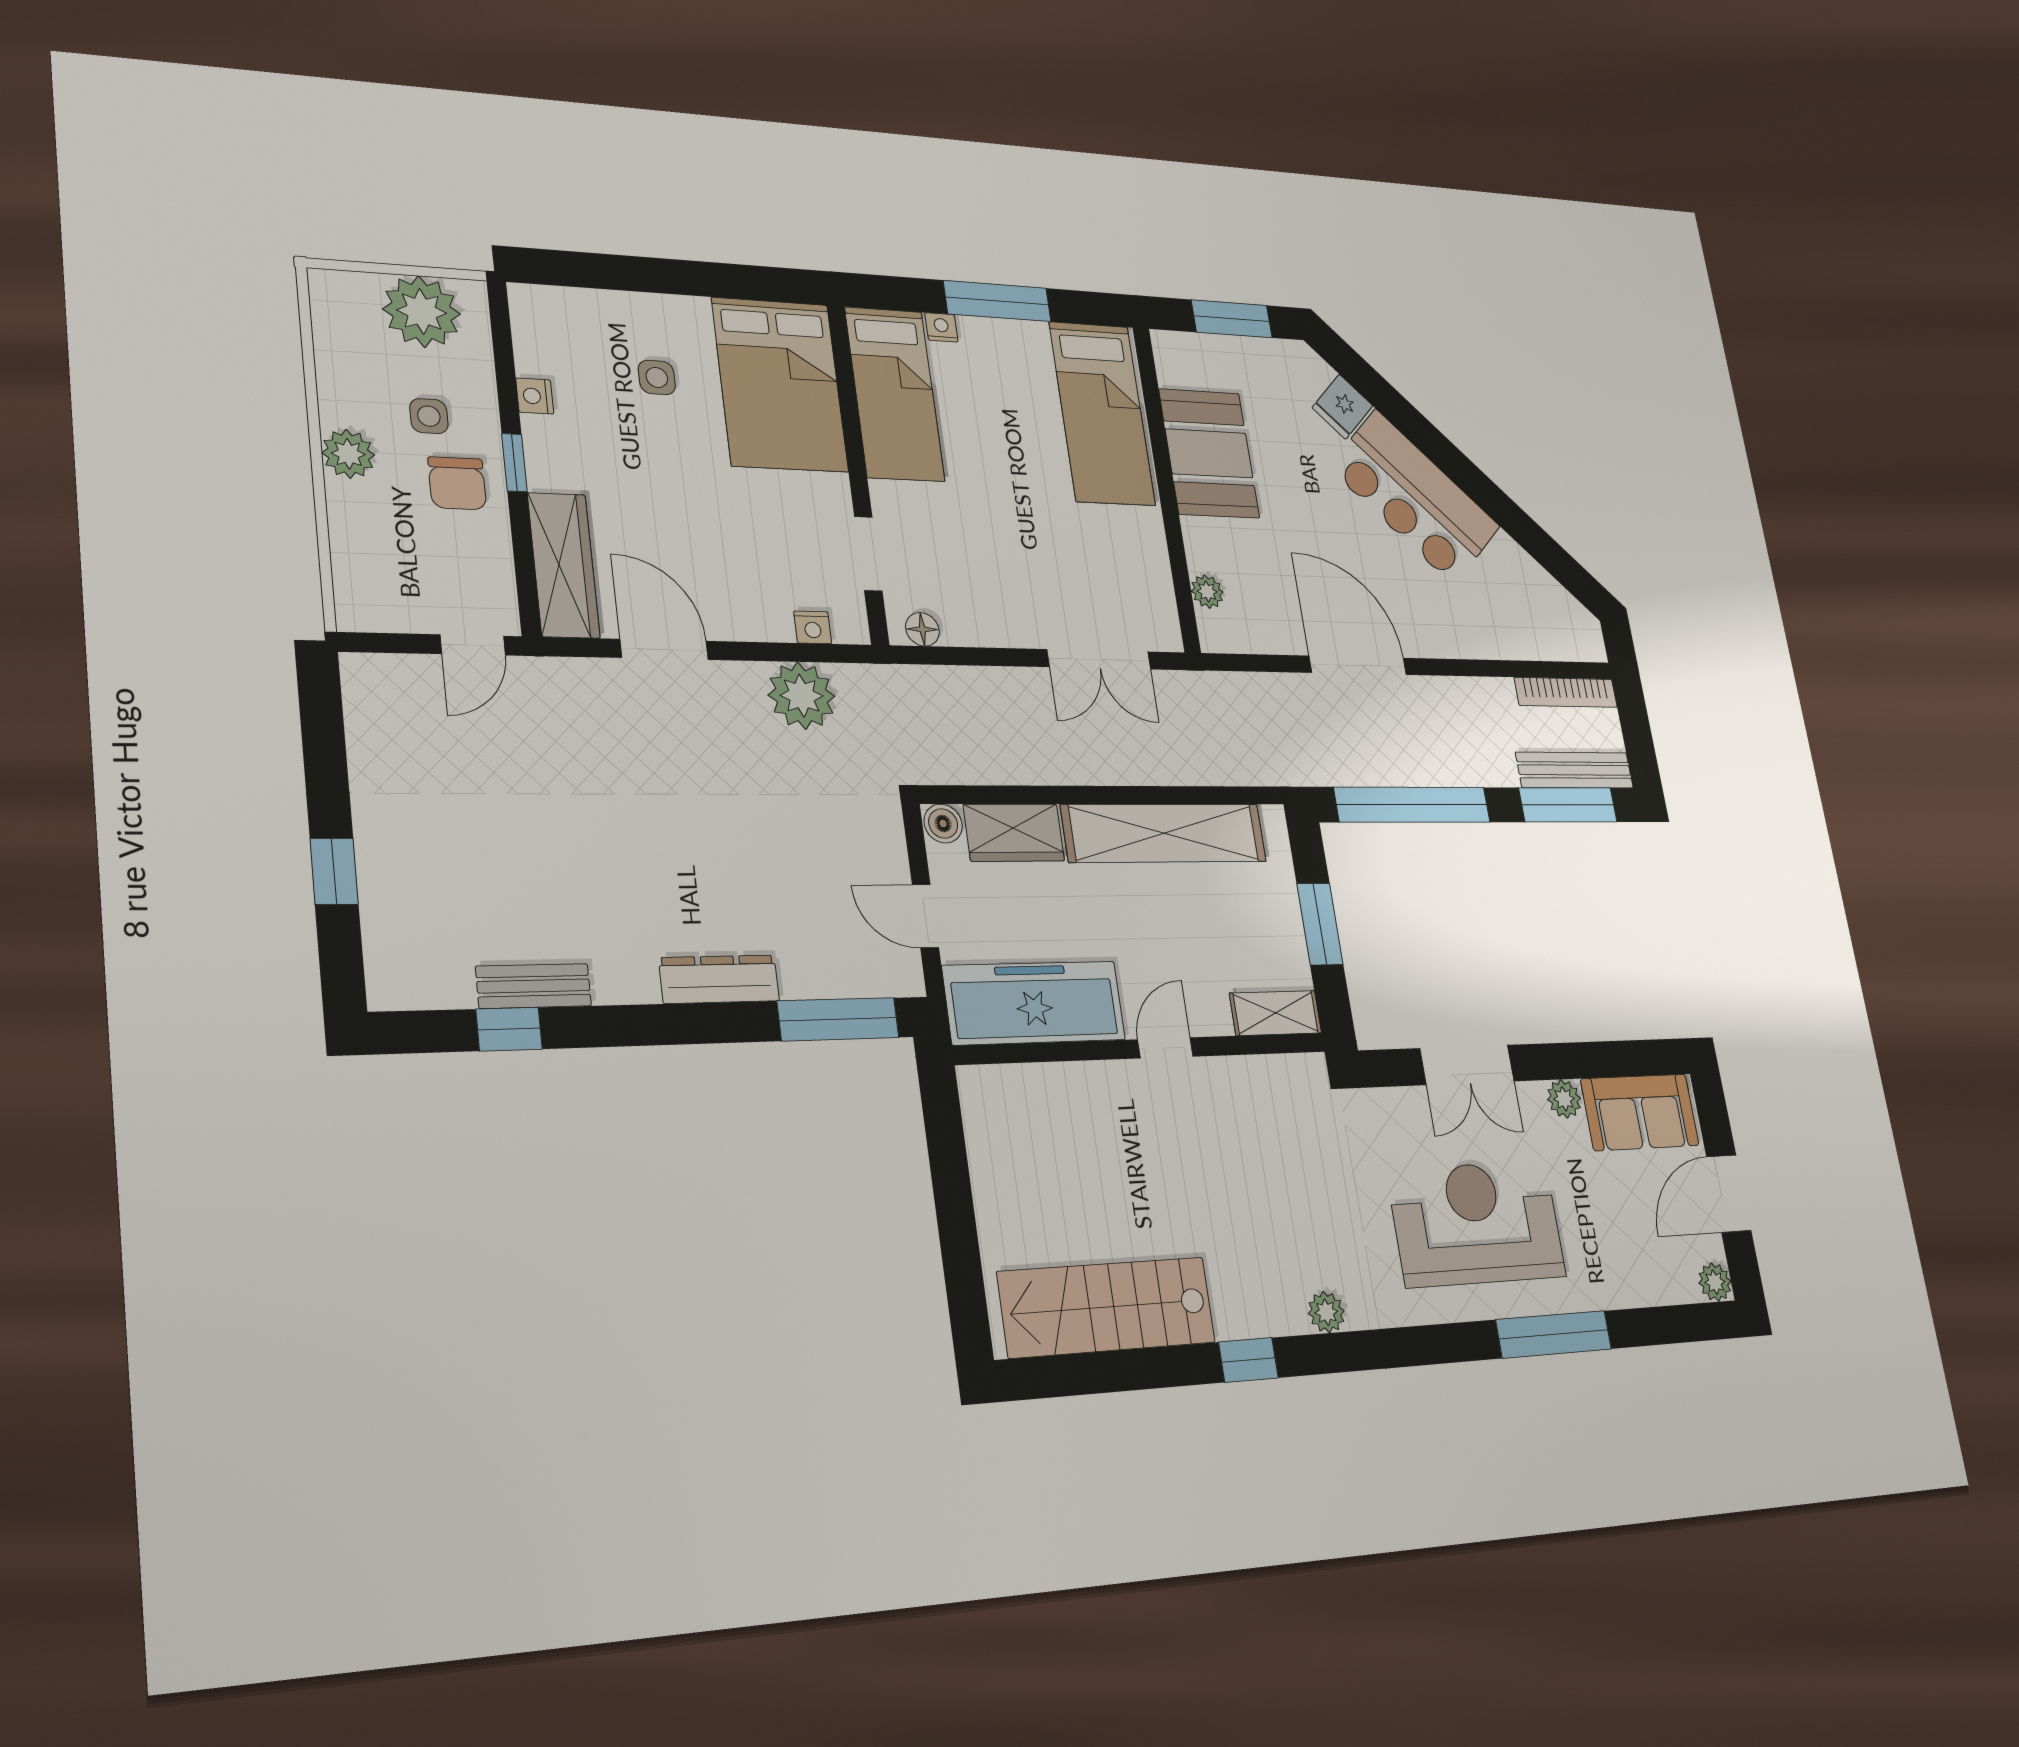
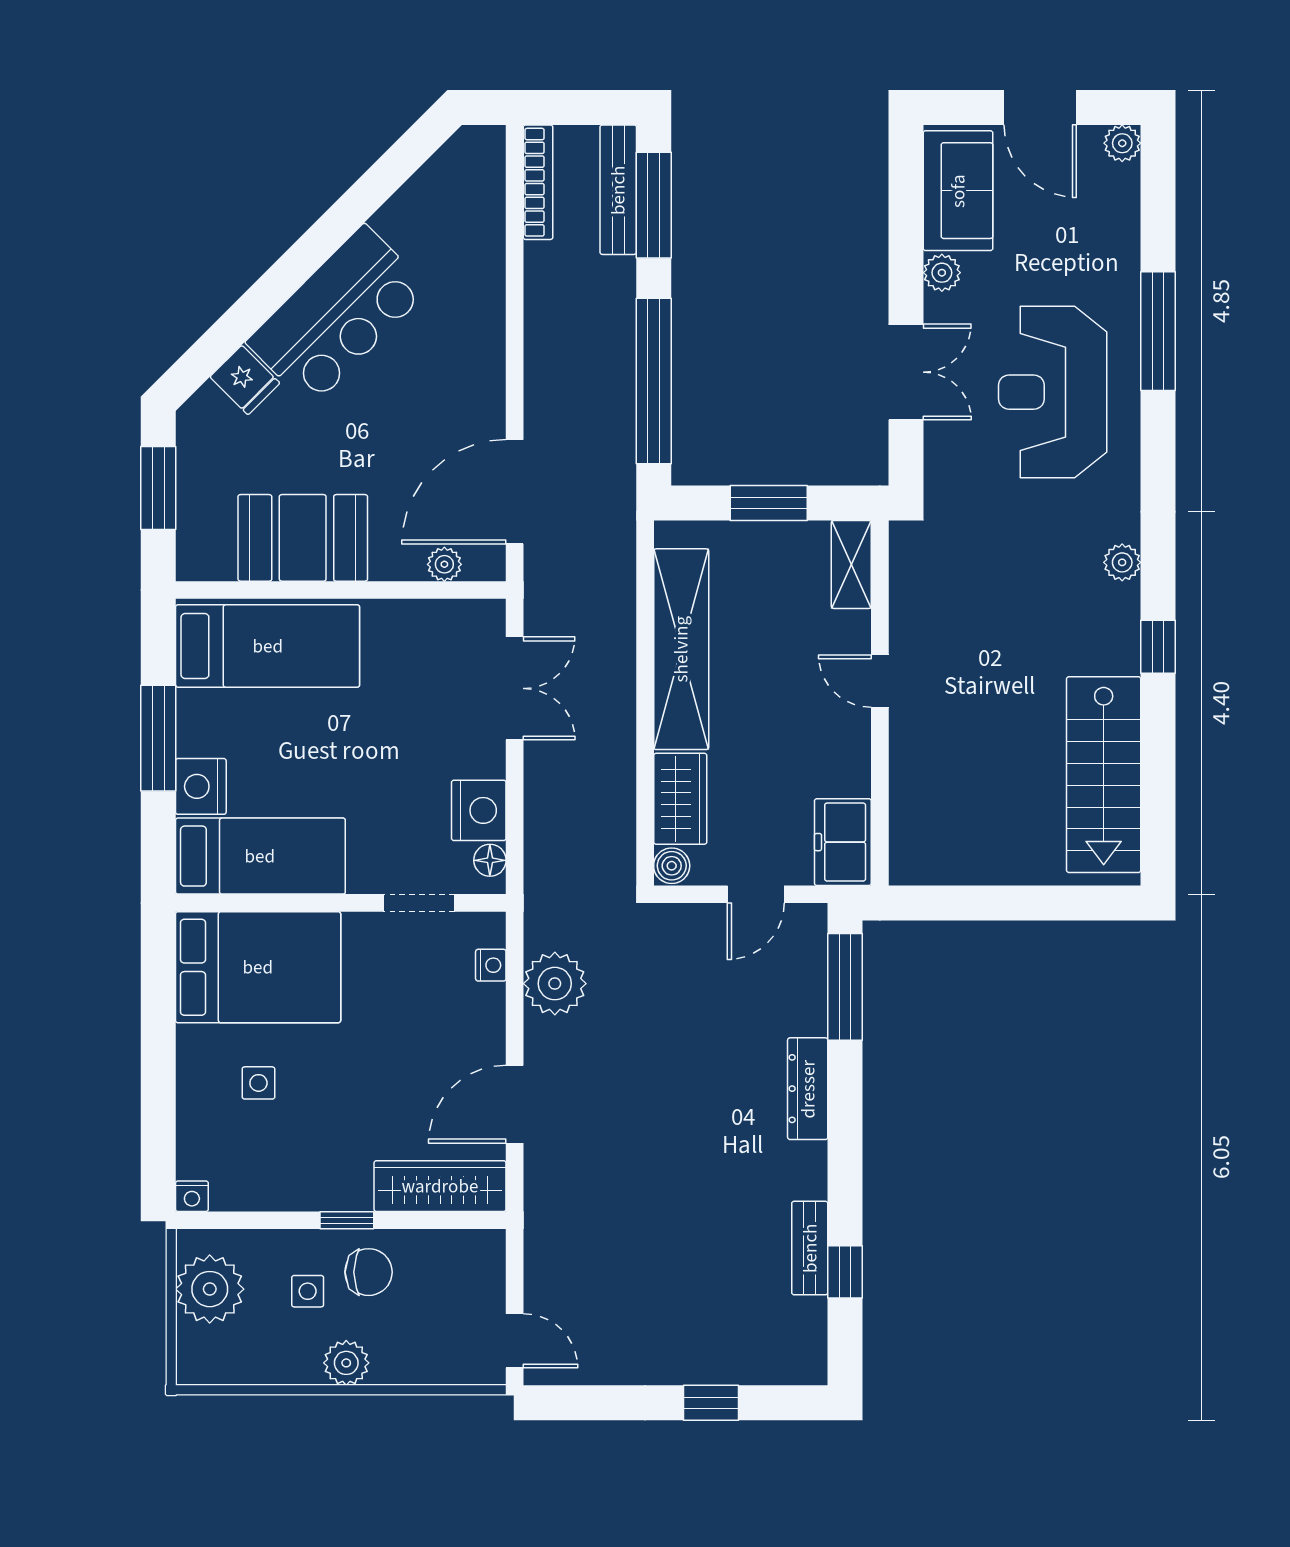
nightstand: (941, 327) -> (201, 786), width x1.89, depth x1.79
nightstand: (535, 396) -> (192, 1196), moved
nightstand: (972, 619) -> (479, 810), added
door: (473, 645) -> (515, 1341), moved
door: (1358, 665) -> (515, 492), moved
freezer: (1034, 1003) -> (843, 842), width x0.52, depth x0.79

